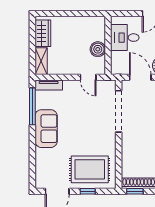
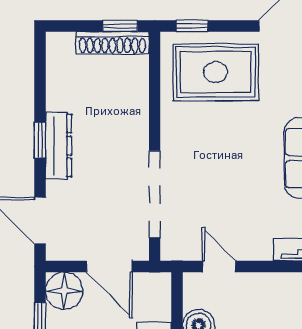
window: (88, 191) -> (192, 26), moved

